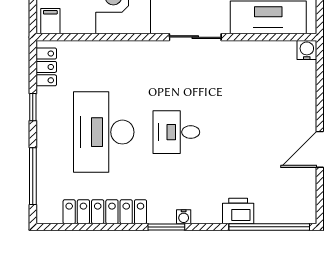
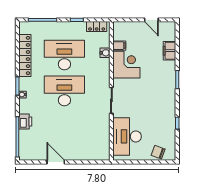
filing cabinet: (50, 21) -> (119, 46), moved
water cooler: (307, 50) -> (105, 53), moved
desk: (176, 132) -> (64, 91), width x1.87, depth x1.30

